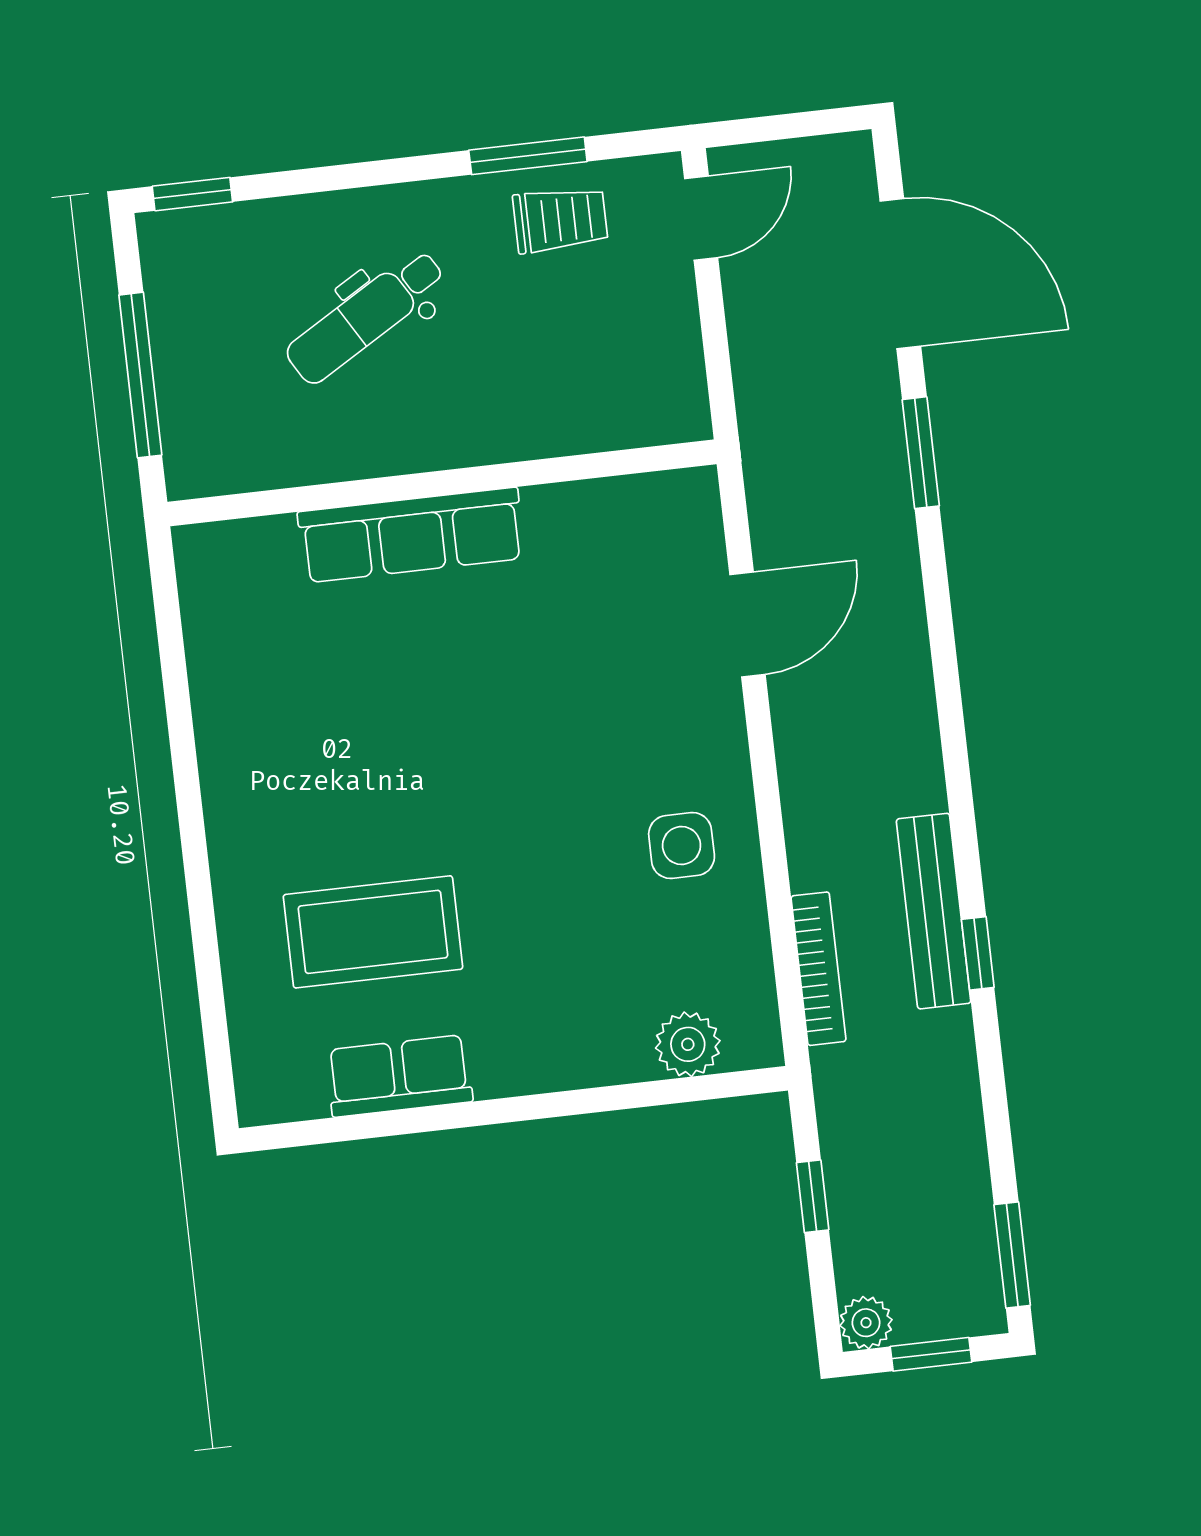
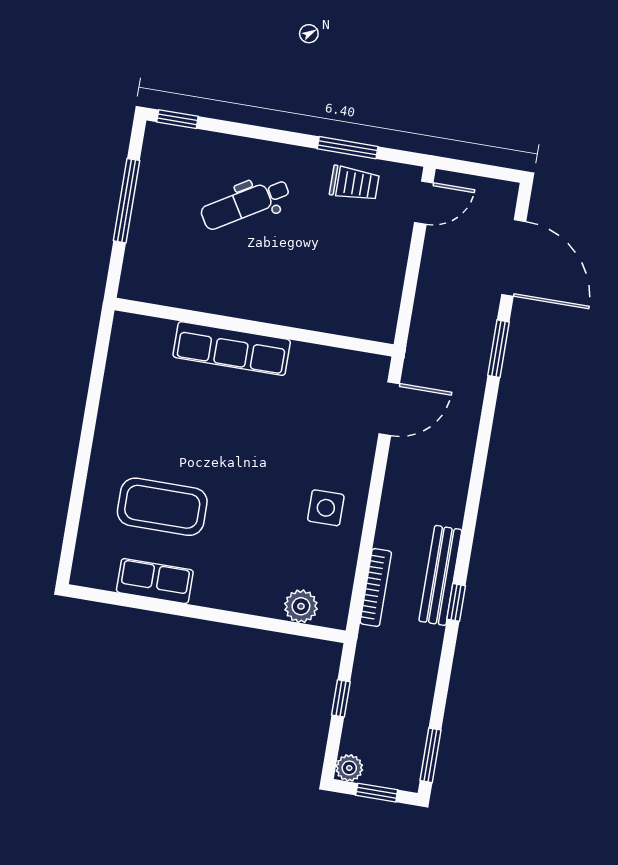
wall: (442, 483) -> (254, 327), moved
row of seats: (411, 535) -> (232, 348), moved

